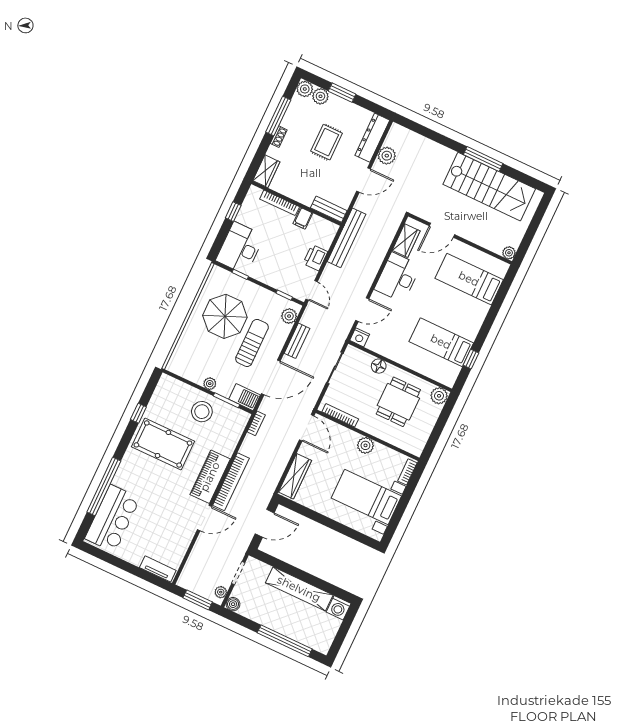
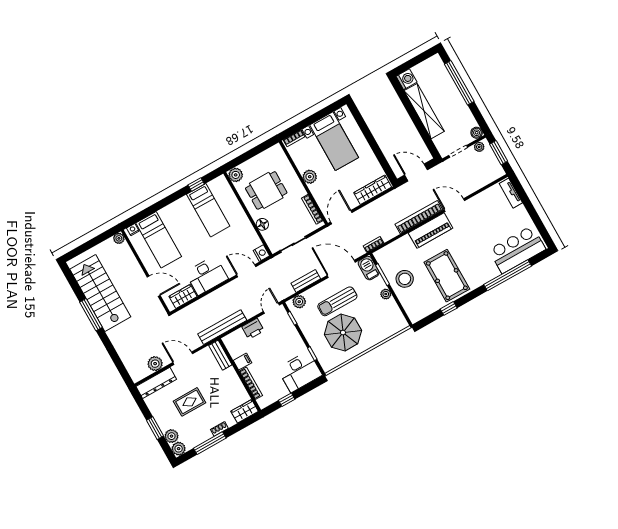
nightstand: (501, 271) -> (133, 230), added

